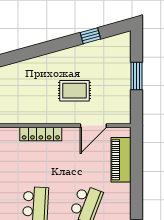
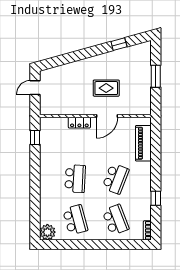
door: (93, 126) -> (107, 116), moved
locker: (41, 134) -> (79, 123), width x0.66

